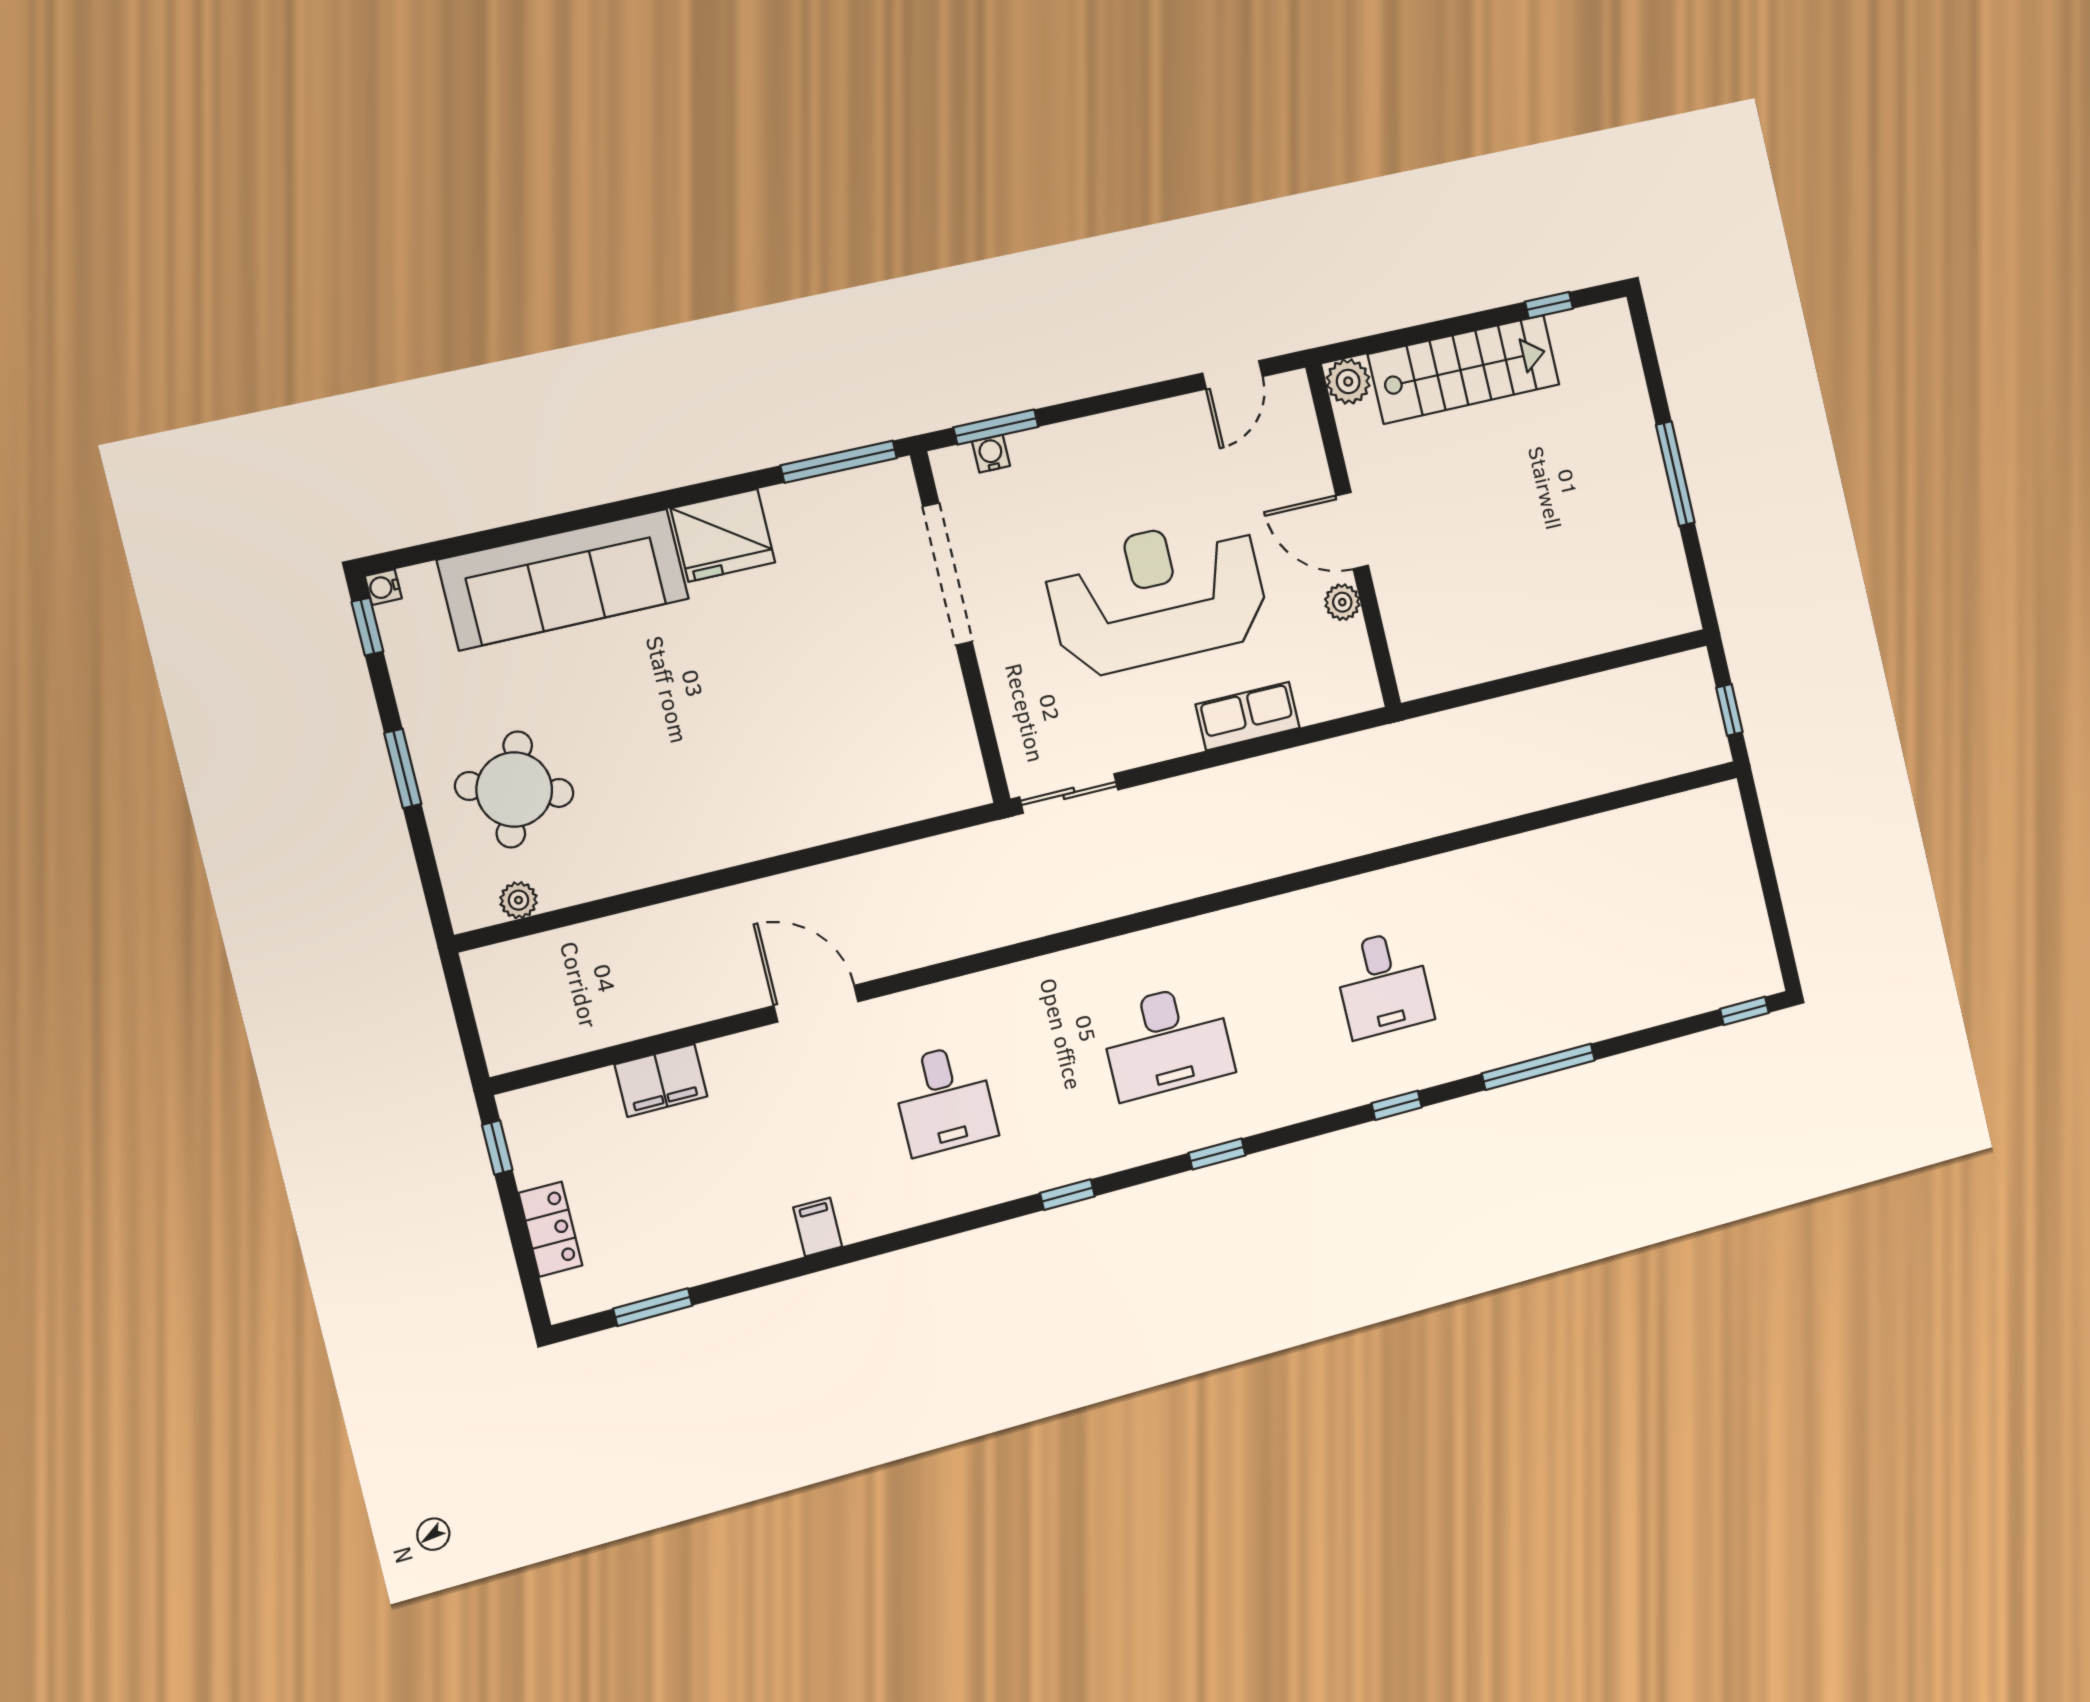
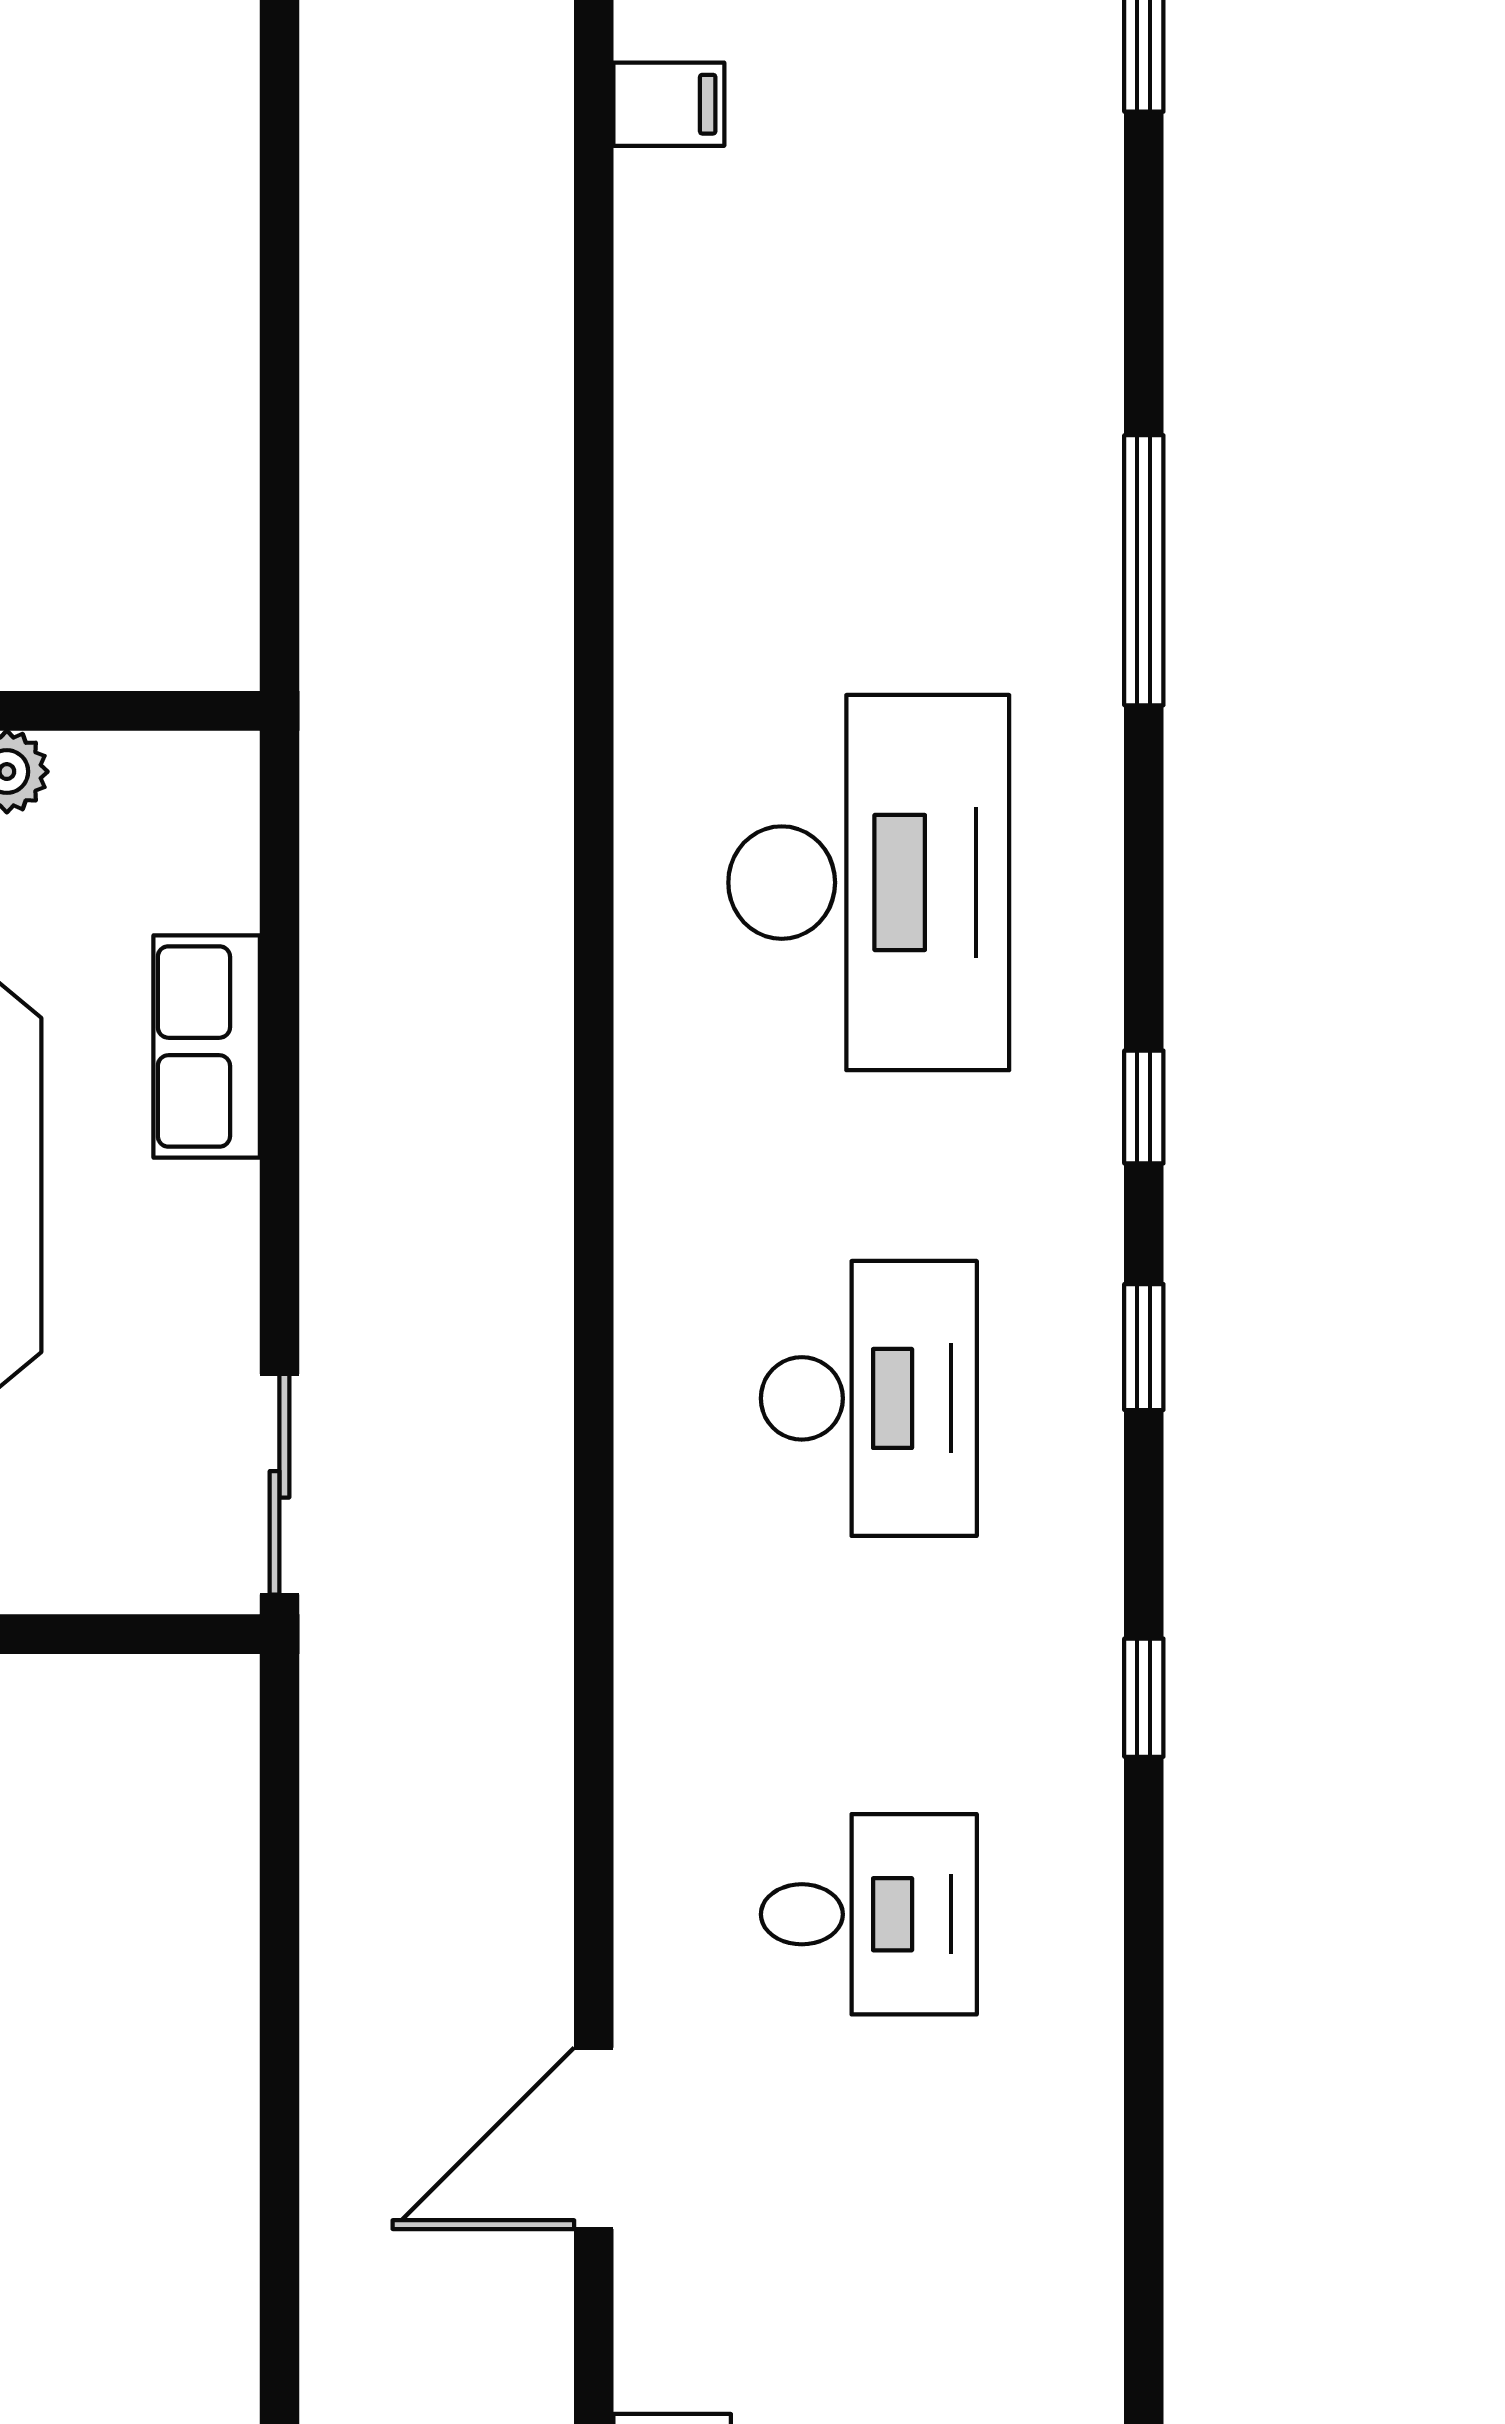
desk: (1383, 984) -> (869, 883), width x1.87, depth x1.30
window: (1397, 1105) -> (1144, 1107), moved
filing cabinet: (818, 1227) -> (669, 104), moved, turned 180

